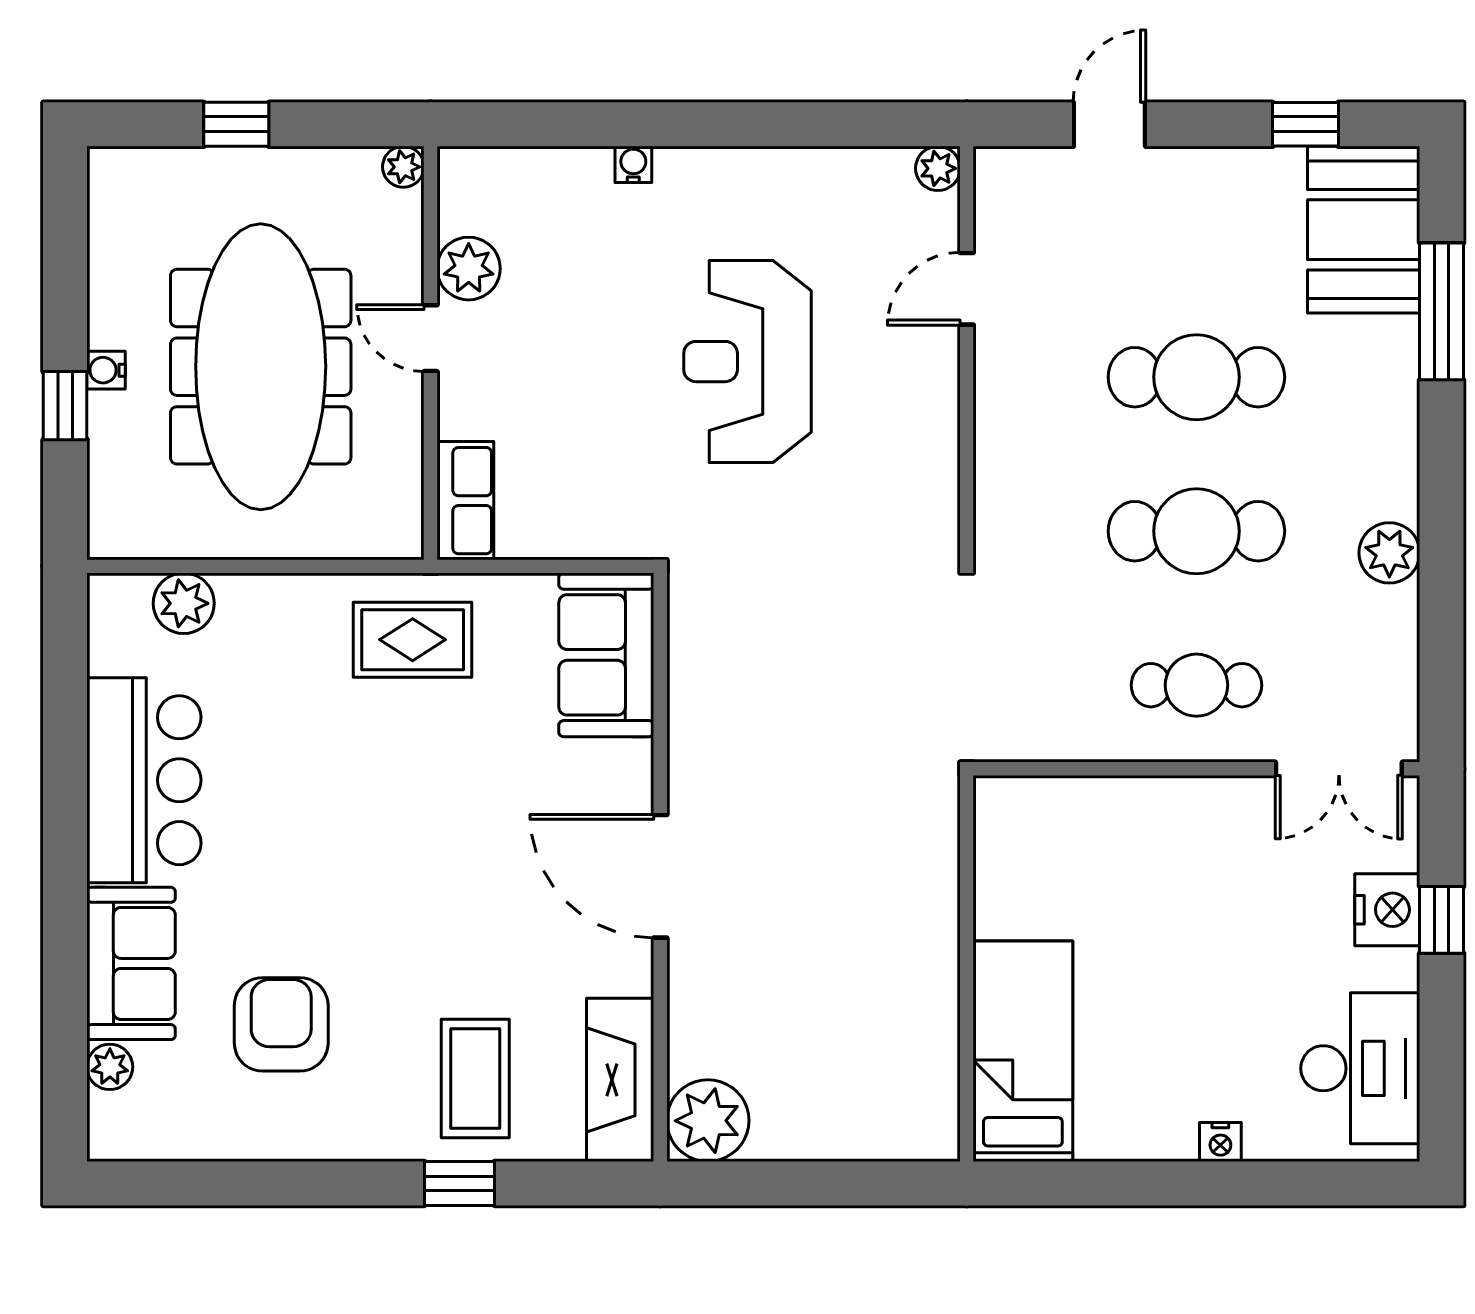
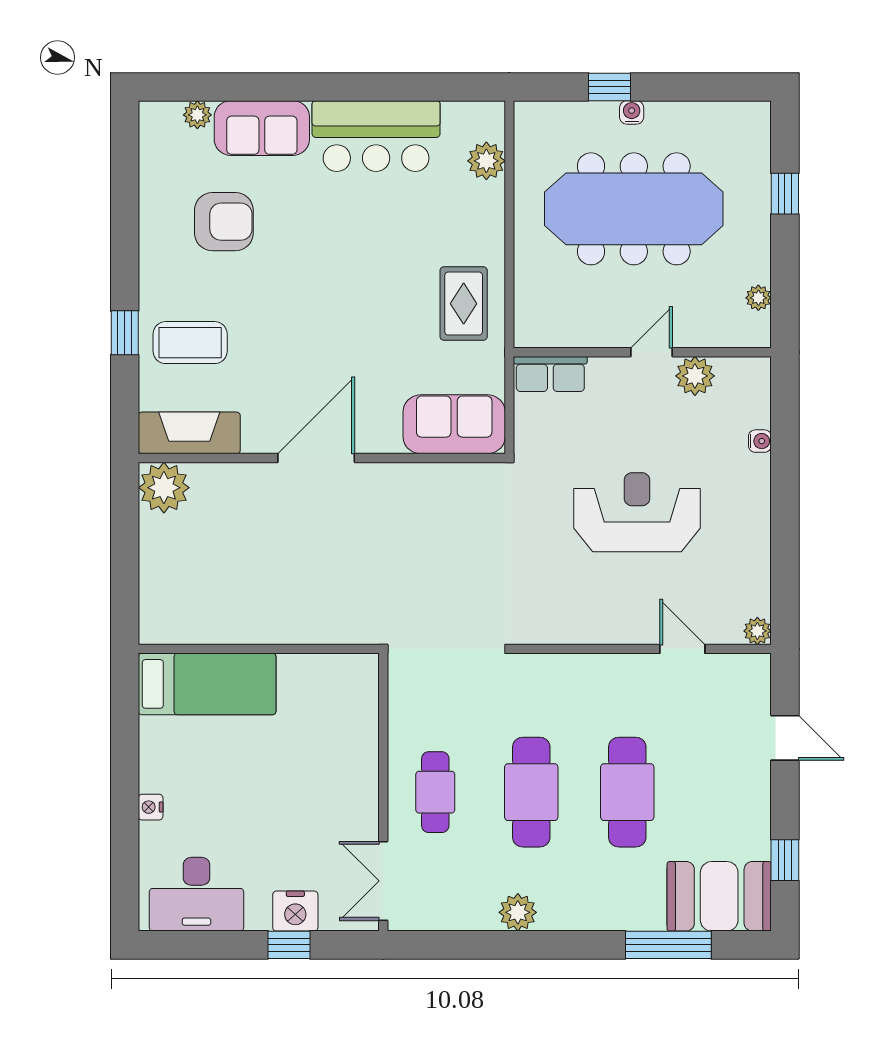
plant: (469, 269) -> (695, 376), moved
door: (431, 338) -> (652, 352), moved
wall: (431, 353) -> (642, 352), moved
row of seats: (465, 501) -> (550, 374), moved

